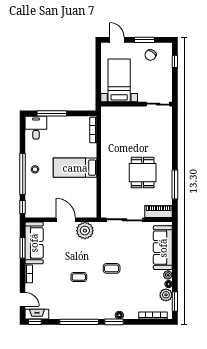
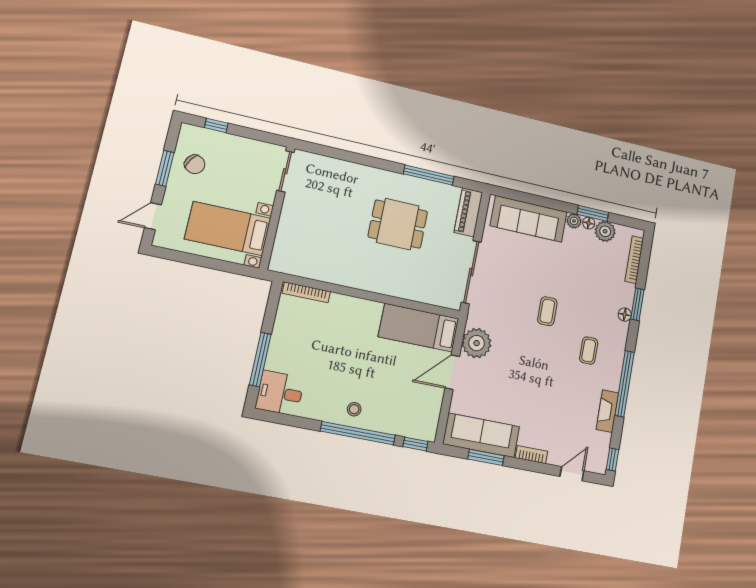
bed: (75, 168) -> (419, 328), moved, turned 90
coffee table: (79, 277) -> (589, 351), moved
window: (175, 301) -> (593, 213), moved
fireplace: (37, 314) -> (607, 411), moved
window: (114, 322) -> (637, 304), moved

